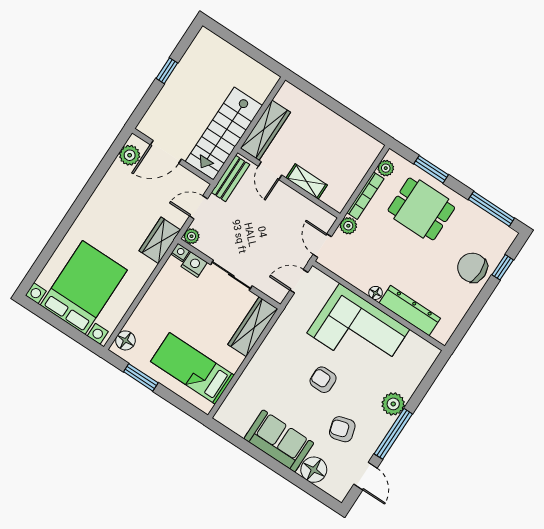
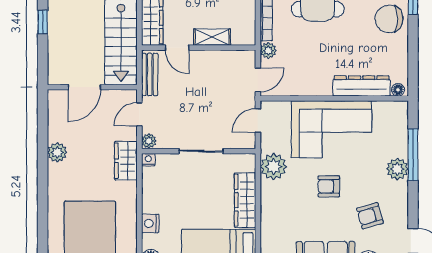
plant: (130, 155) -> (57, 152), moved
door: (322, 246) -> (258, 80), swing flipped
nightstand: (194, 265) -> (150, 223), moved, turned -90
floor lamp: (376, 293) -> (398, 90), moved
wardrobe: (253, 327) -> (245, 200), moved
plant: (286, 331) -> (274, 167), added
window: (393, 434) -> (413, 155), moved

